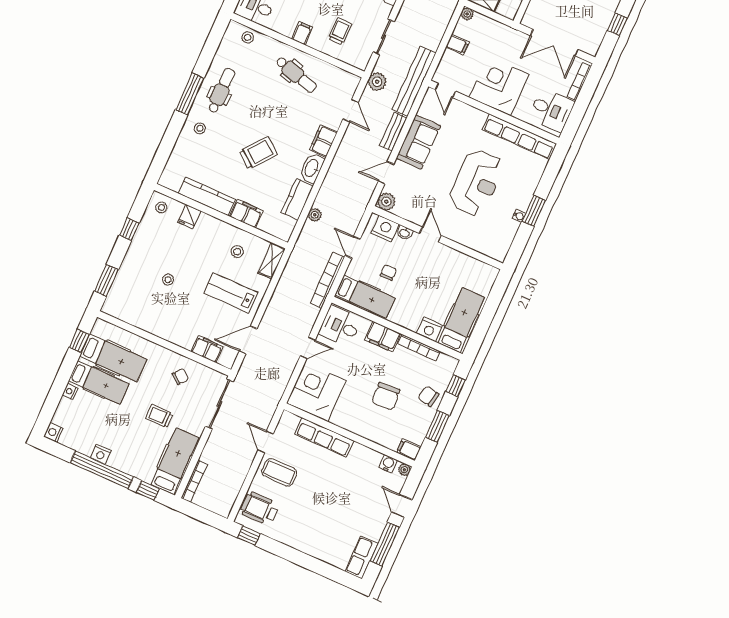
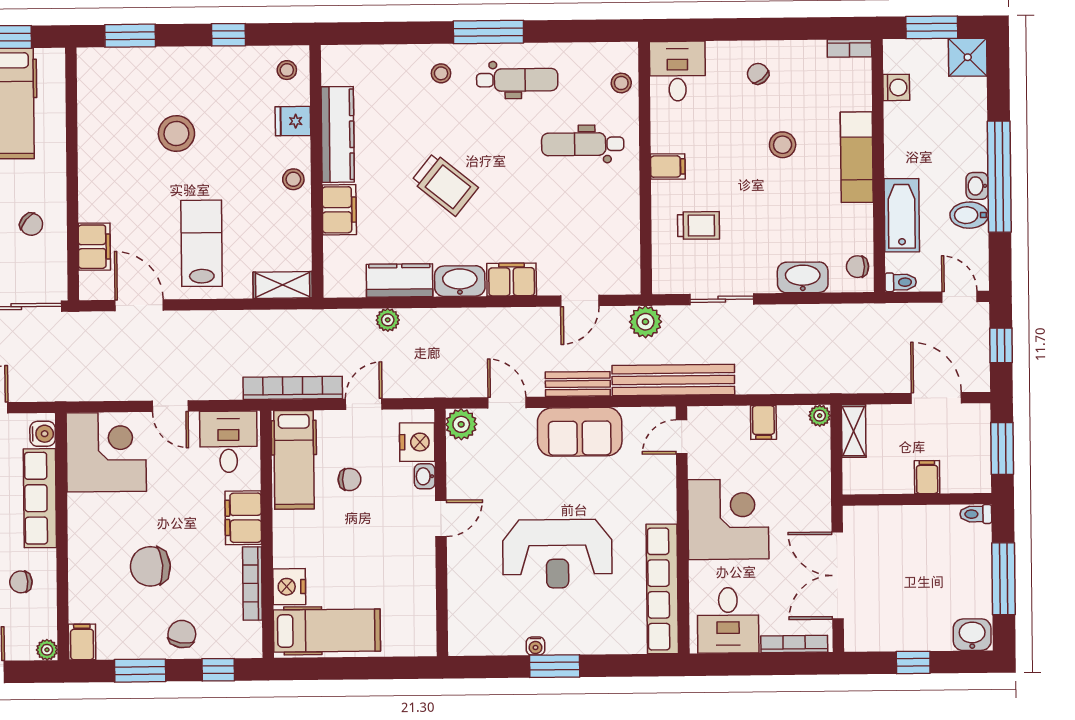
dental chair: (296, 75) -> (583, 144), moved, turned 74
stool: (237, 252) -> (293, 179), moved
stool: (168, 280) -> (176, 134), width x1.89, depth x1.89
water cooler: (388, 464) -> (43, 434), moved
chair: (363, 467) -> (21, 582), added

